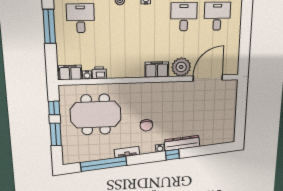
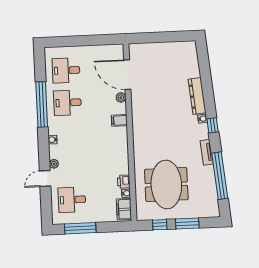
plant: (181, 67) -> (121, 97), width x0.53, depth x0.53
filing cabinet: (157, 70) -> (119, 120), width x0.50
chair: (146, 125) -> (178, 134), removed
window: (172, 155) -> (213, 125), moved

